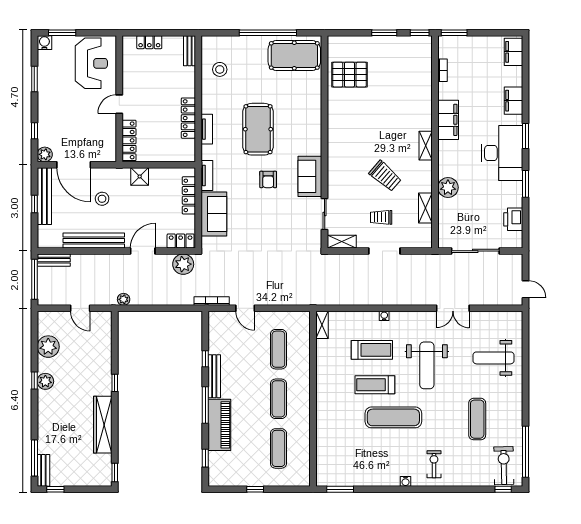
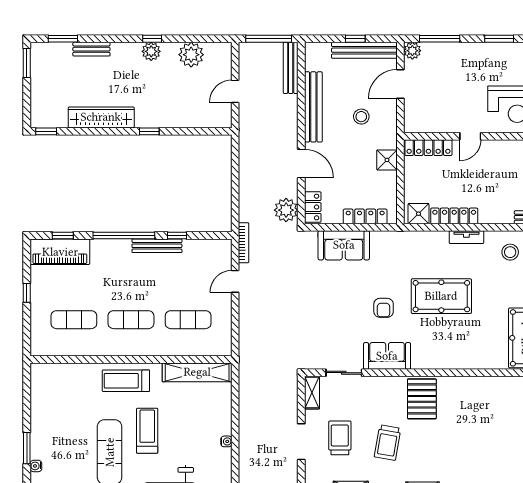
pallet: (349, 75) -> (422, 399), moved
door: (119, 104) -> (470, 136), swing flipped
tv unit: (207, 129) -> (466, 237), moved
window: (34, 131) -> (440, 39), width x2.17
shower: (186, 149) -> (418, 214), added
door: (74, 165) -> (400, 84), width x0.73
tv unit: (207, 176) -> (388, 237), removed
trolley: (385, 176) -> (388, 443), turned -31
armchair: (268, 179) -> (384, 308), turned -90
trolley: (381, 217) -> (340, 438), width x1.36, depth x1.39
bench: (54, 260) -> (291, 68), width x1.36
plant: (124, 299) -> (245, 141), removed
shelving: (322, 325) -> (197, 372), width x2.20, depth x1.33
treadmill: (372, 350) -> (126, 381), moved, turned 90
window: (205, 405) -> (124, 235), width x1.46
piano: (219, 425) -> (60, 252), moved
window: (34, 458) -> (63, 39), width x0.69
bench: (43, 470) -> (91, 49), moved
window: (55, 489) -> (27, 63), width x1.50
window: (340, 489) -> (27, 448), moved

